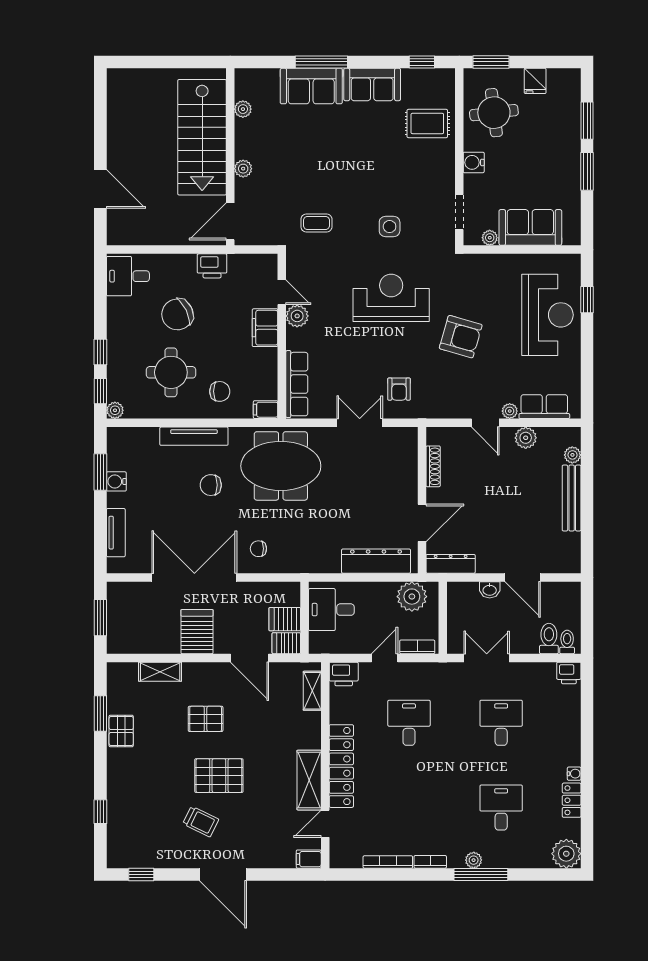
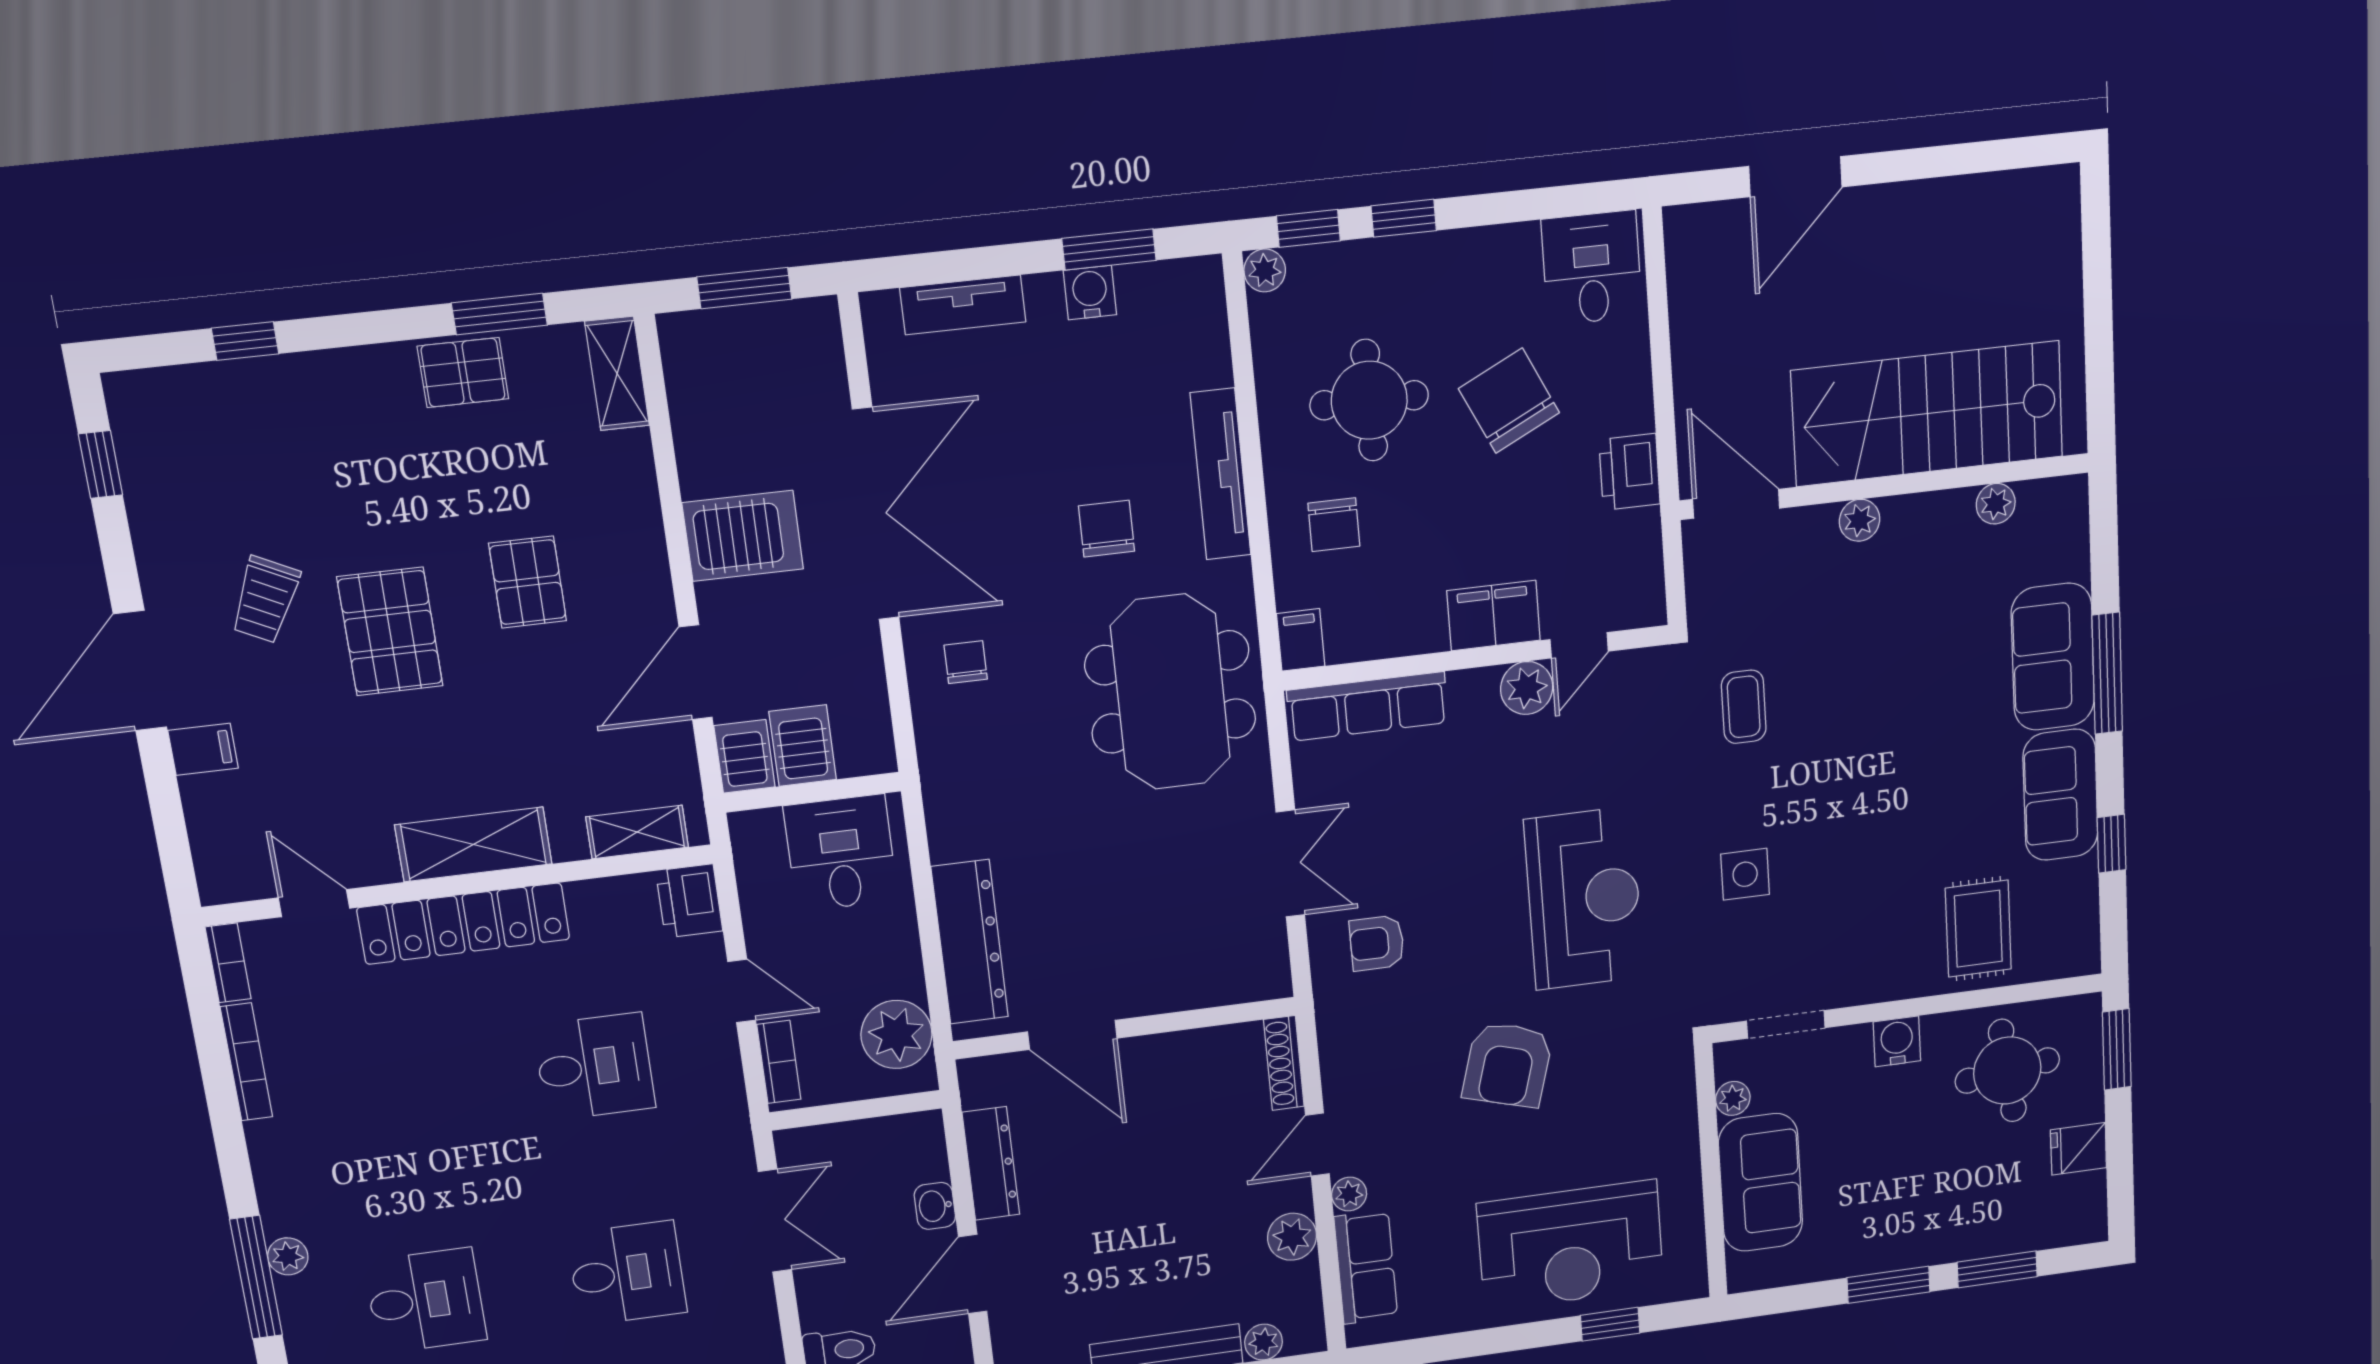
window: (422, 62) -> (2112, 844), moved
shoe rack: (433, 466) -> (1284, 1063), moved, turned 90
dresser: (451, 564) -> (991, 1163), moved
shelving: (160, 672) -> (617, 373), moved
shelving: (309, 780) -> (474, 844), moved
filing cabinet: (309, 859) -> (203, 749), moved, turned 90
bookcase: (430, 862) -> (228, 963), moved

